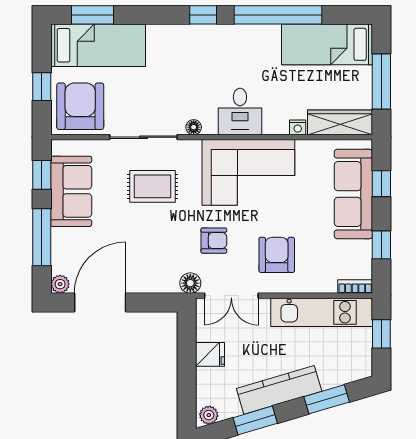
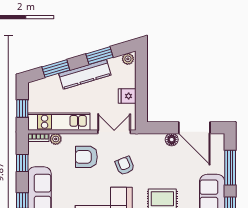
armchair: (214, 241) -> (125, 166), turned 68
armchair: (277, 255) -> (86, 157), turned 90
floor lamp: (190, 283) -> (172, 140), moved
plant: (60, 284) -> (56, 139), moved
door: (100, 303) -> (194, 128), hinge flipped

